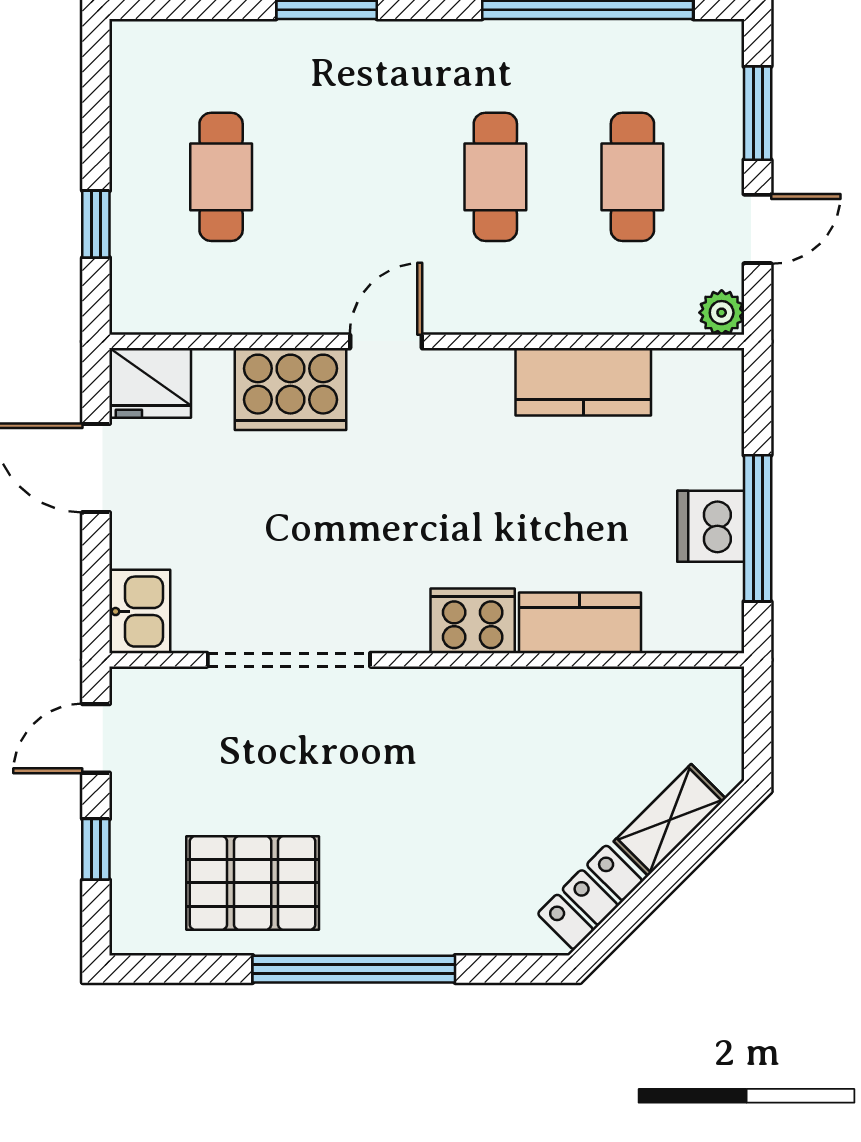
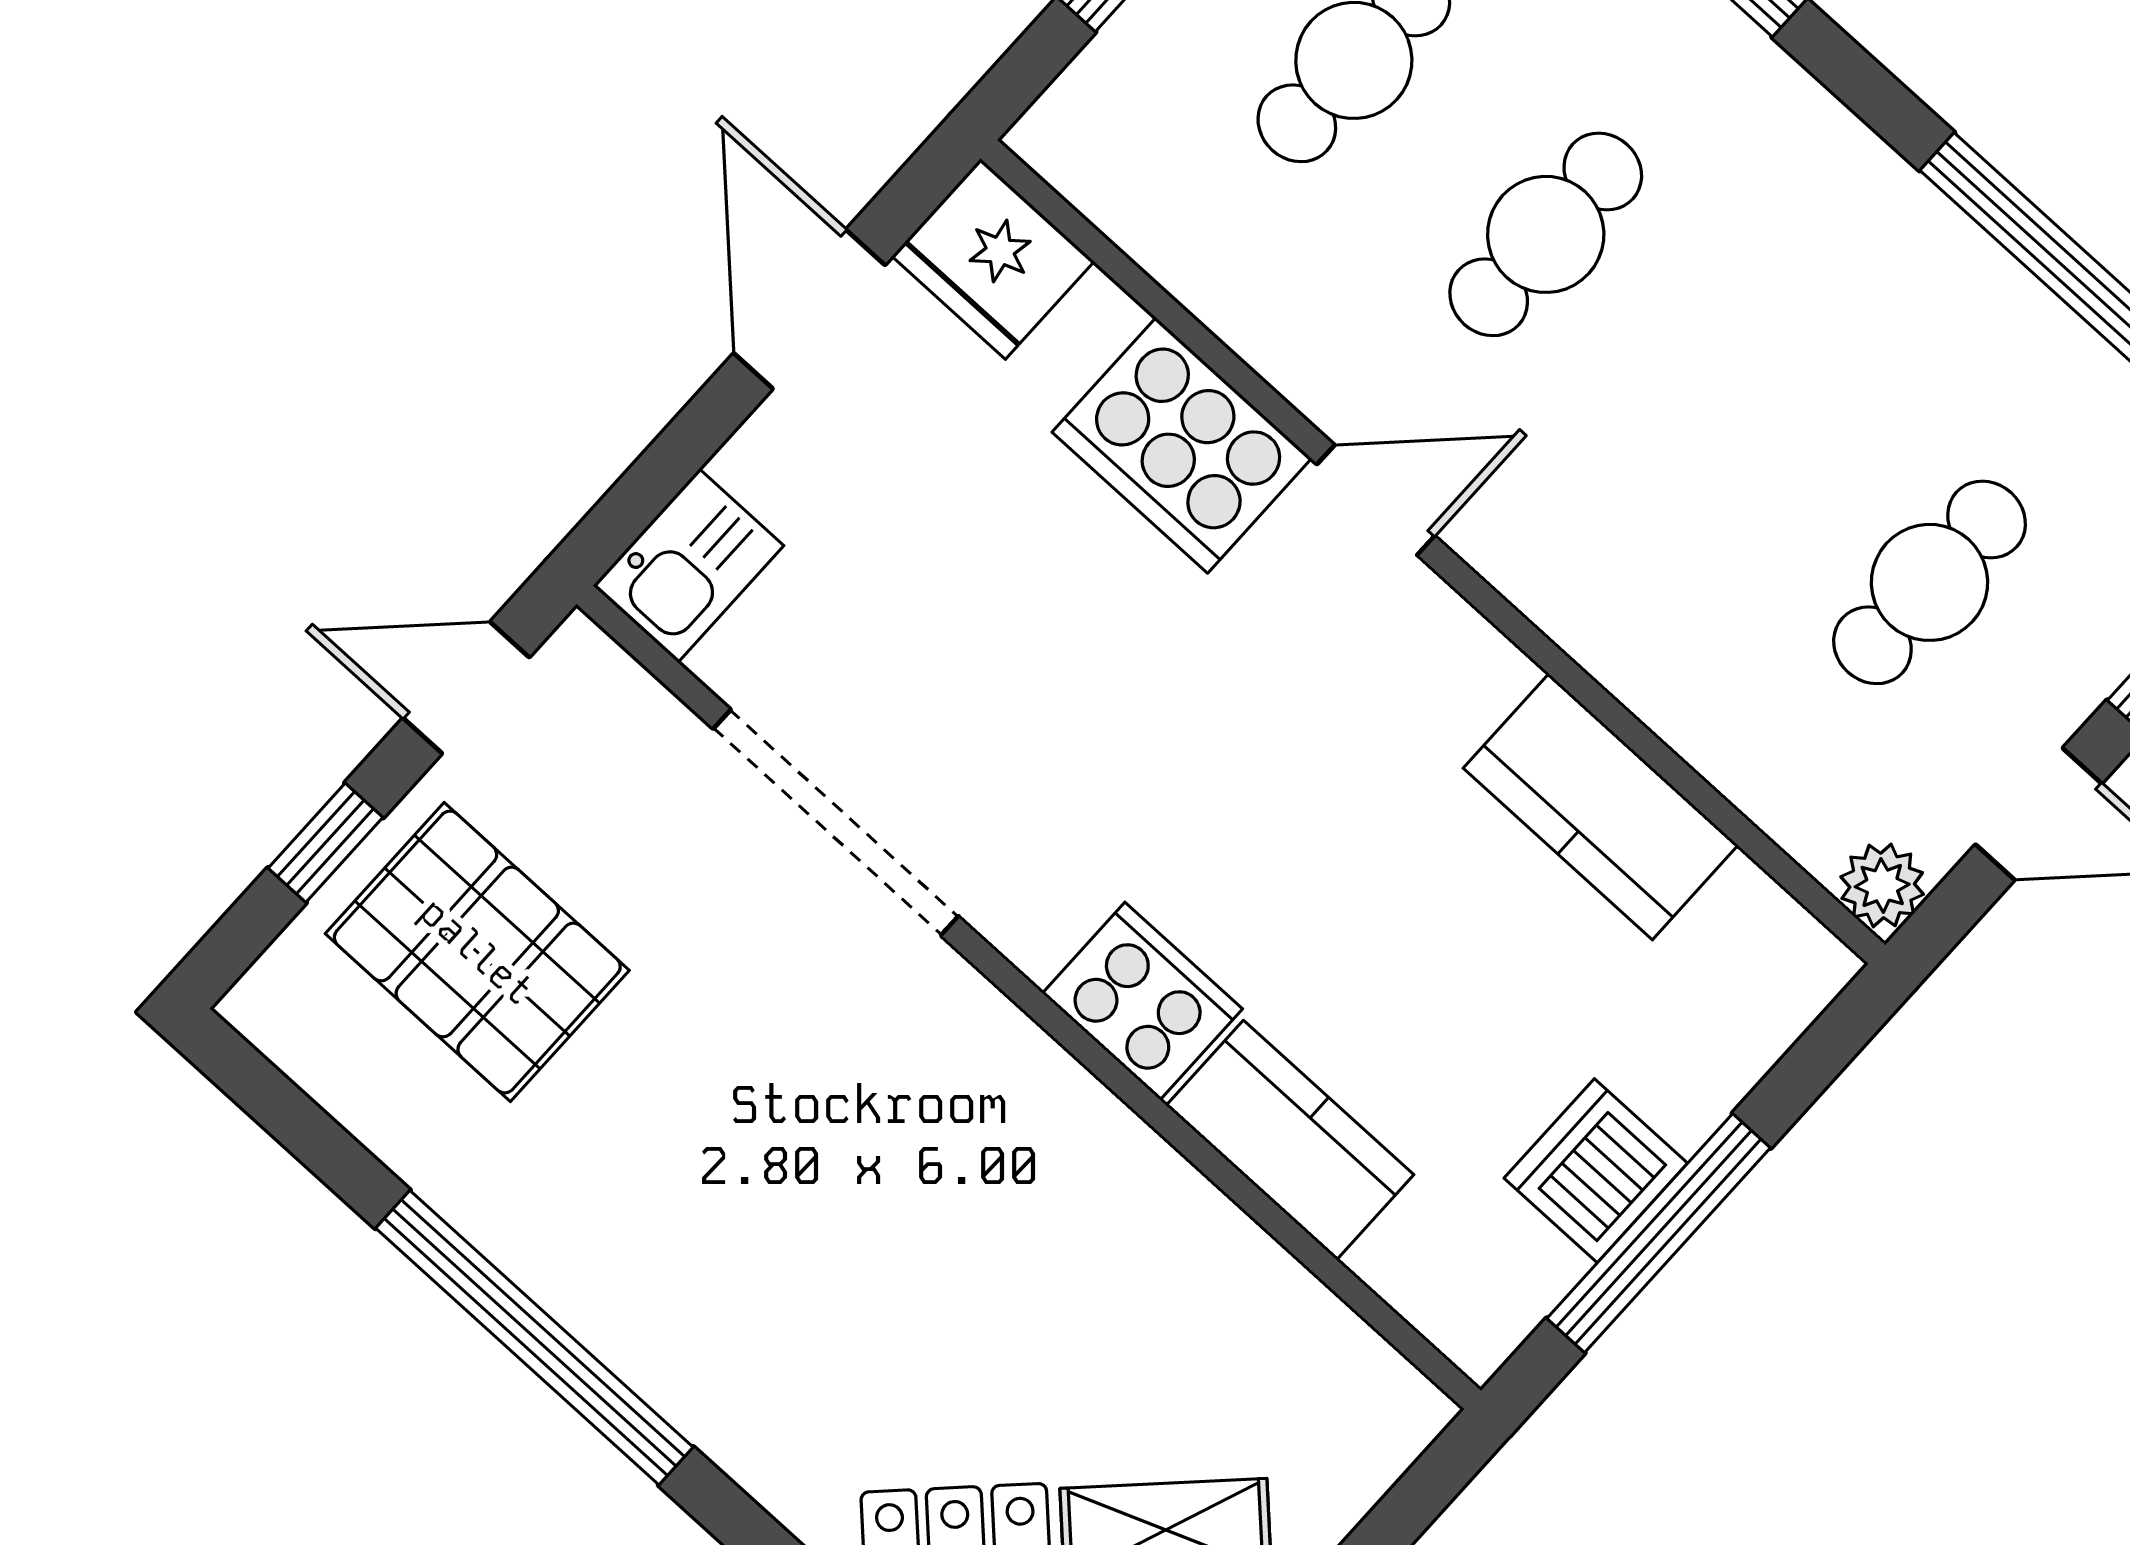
cafe table: (495, 177) -> (1546, 234), moved
pallet: (253, 883) -> (477, 952), moved

